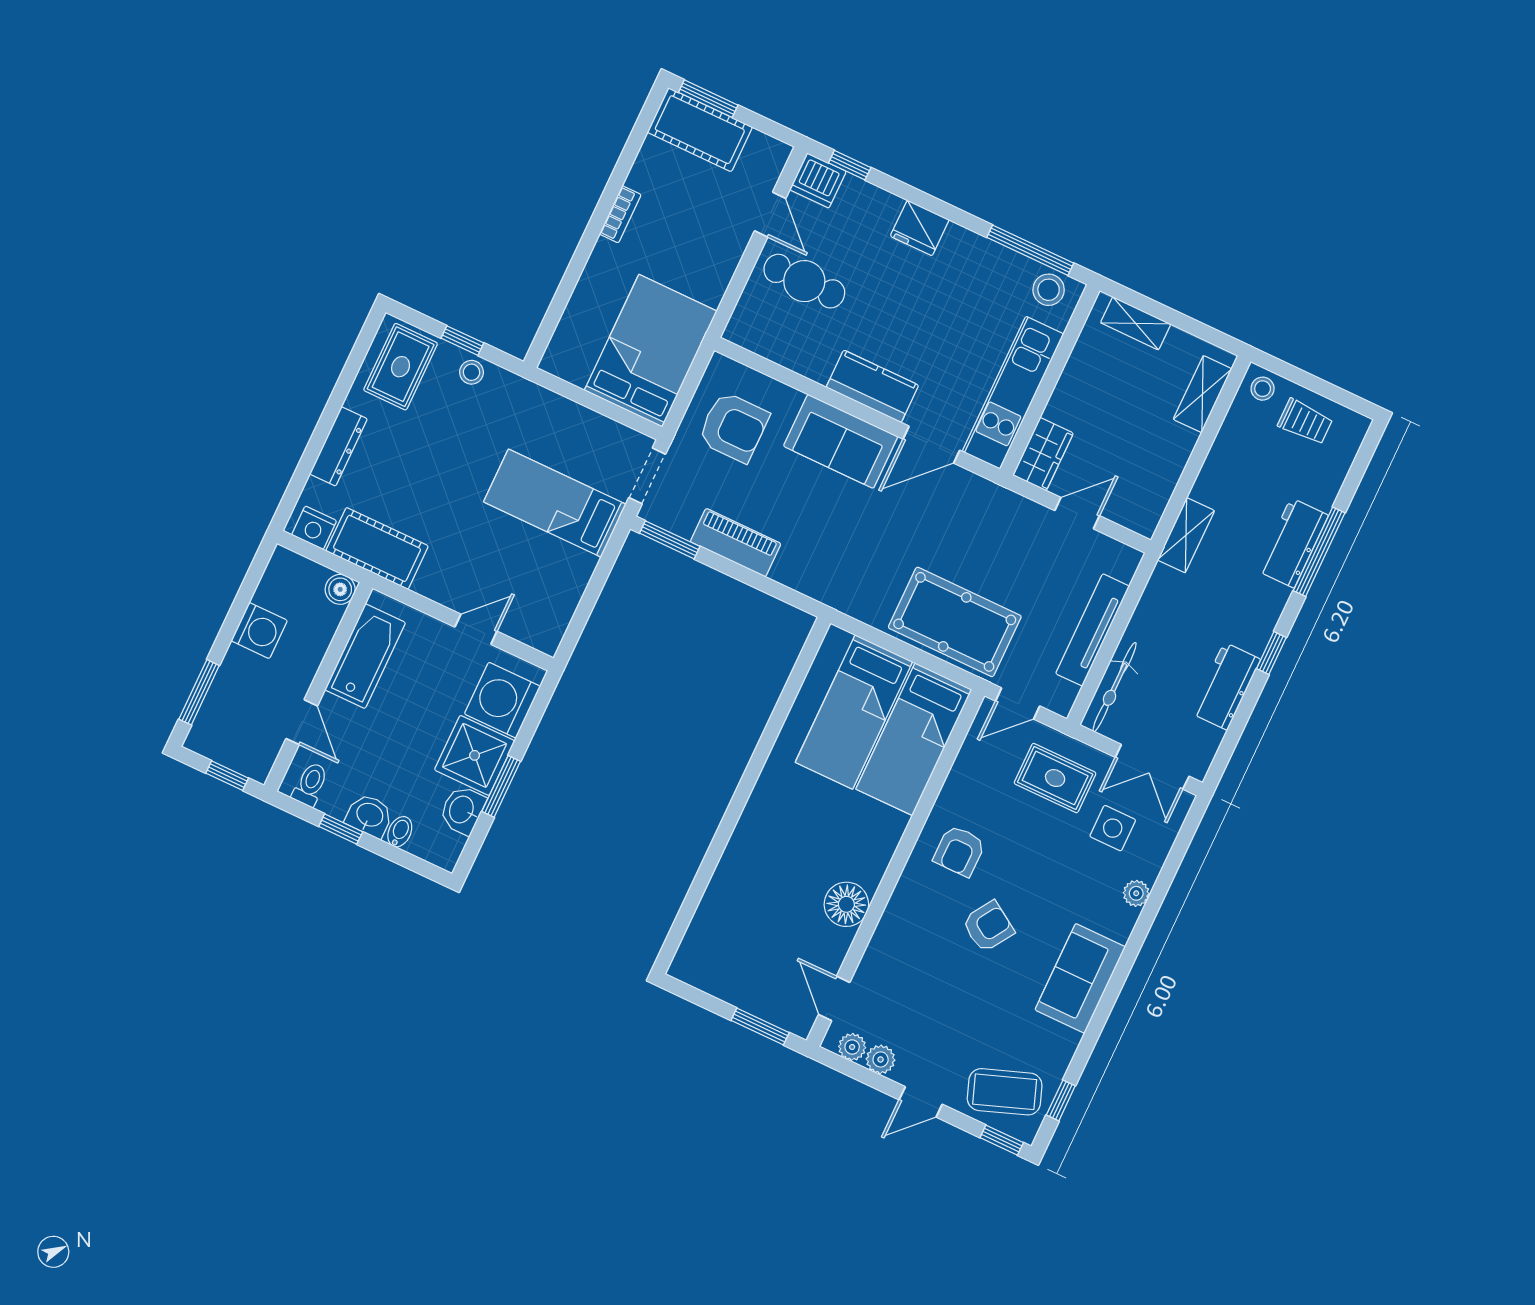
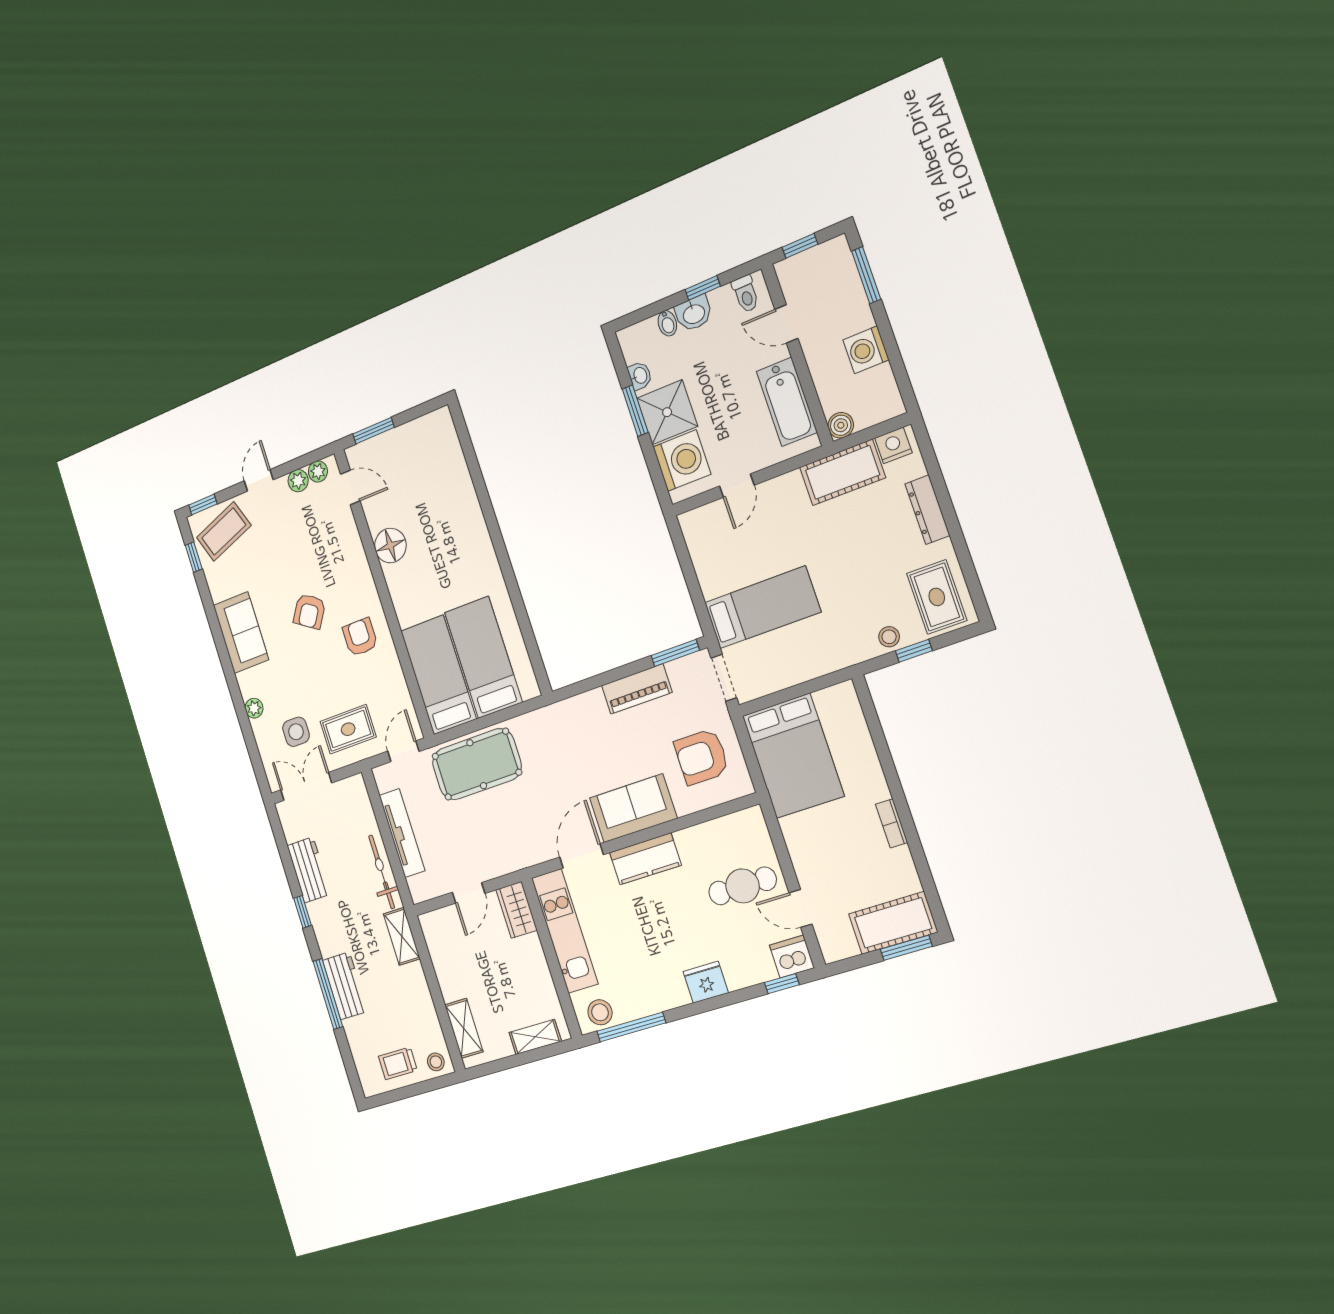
bicycle: (1115, 687) -> (382, 872), moved
washbasin: (462, 810) -> (640, 376), width x0.72, depth x0.69

